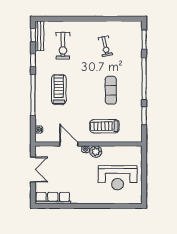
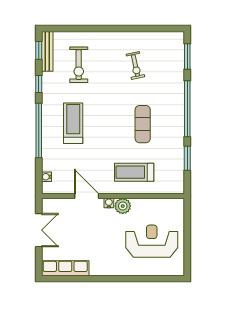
reception desk: (118, 178) -> (152, 241), turned 180

